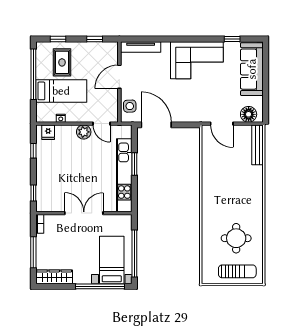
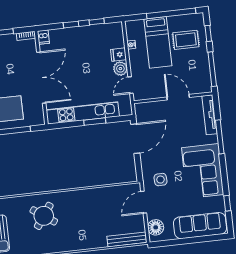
window: (95, 39) -> (212, 69), width x2.17
window: (164, 39) -> (220, 137), added
side table: (130, 106) -> (160, 180), moved
fridge: (48, 132) -> (119, 55), moved
window: (33, 193) -> (71, 25), moved
dishwasher: (43, 206) -> (43, 37), added
double door: (84, 213) -> (41, 78), width x1.36
round table: (236, 238) -> (44, 216), moved, turned 35

